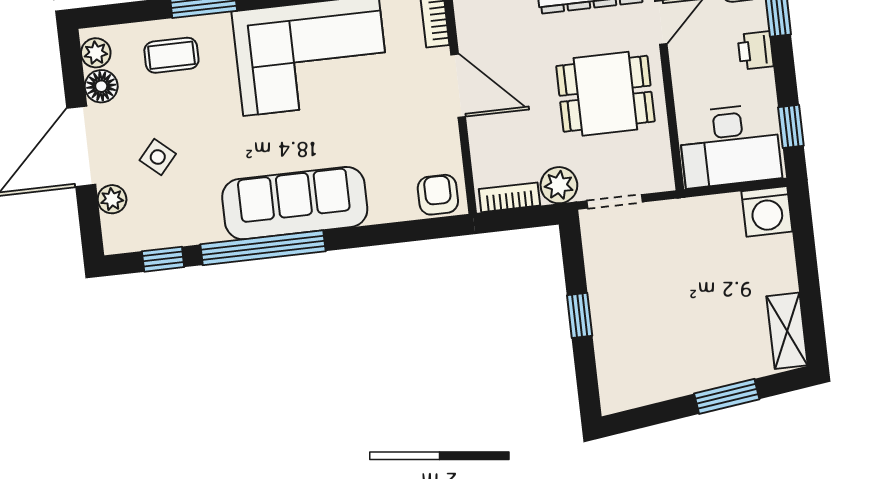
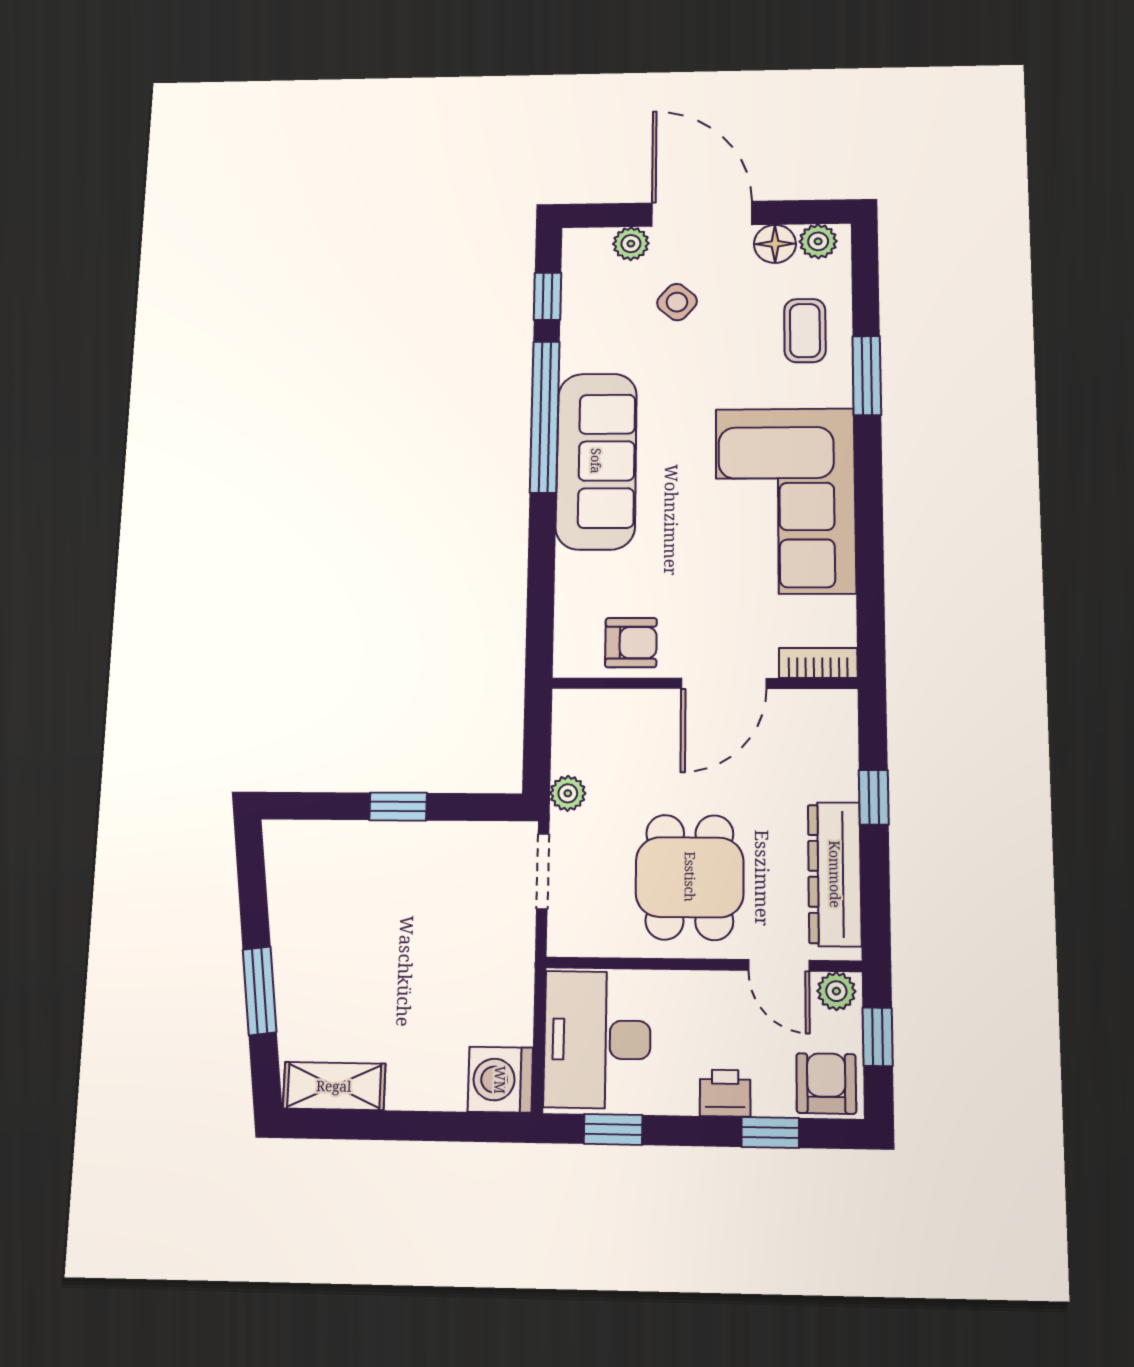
plant: (559, 185) -> (568, 793), width x0.73, depth x0.73
armchair: (438, 195) -> (631, 643), moved
bookcase: (509, 197) -> (567, 733), removed

